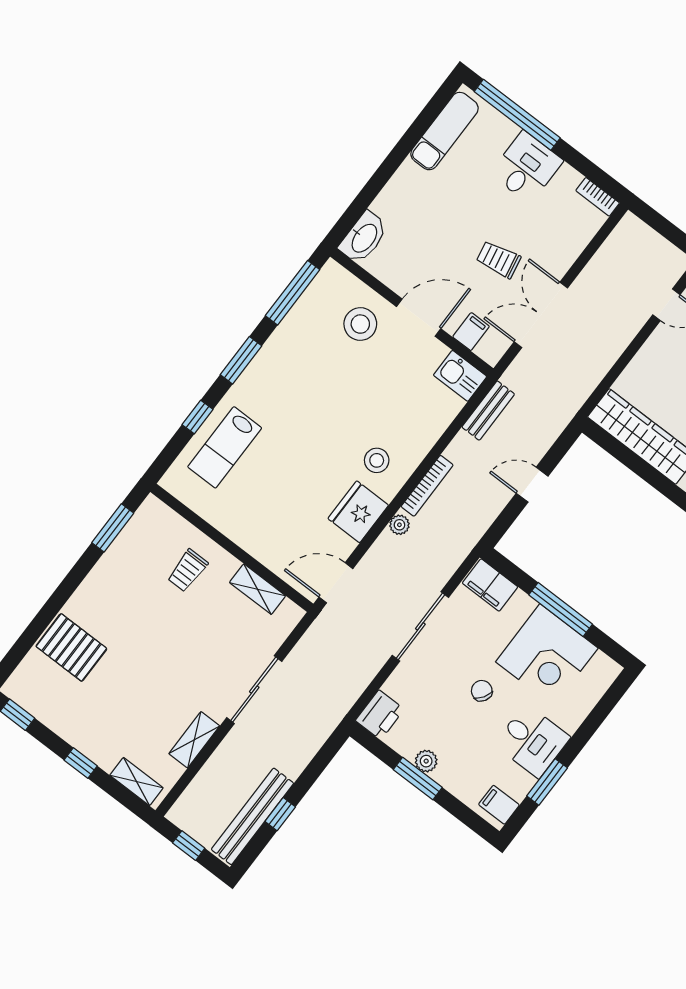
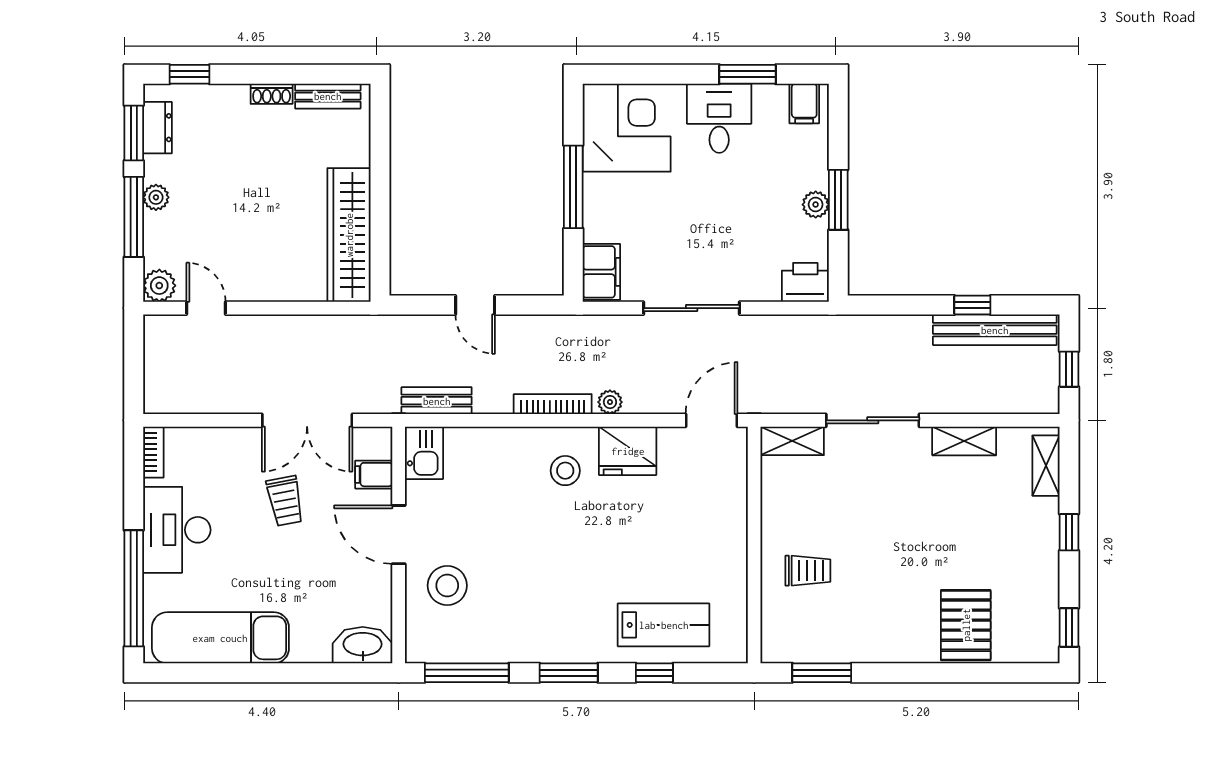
exam couch: (444, 131) -> (220, 638), width x1.36, depth x1.45
desk: (527, 167) -> (177, 530), width x1.37
door: (336, 583) -> (712, 420), swing flipped
shelving: (258, 589) -> (792, 441), moved, turned 90
corner desk: (547, 655) -> (627, 128), moved
chair: (482, 691) -> (708, 203), removed

